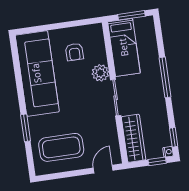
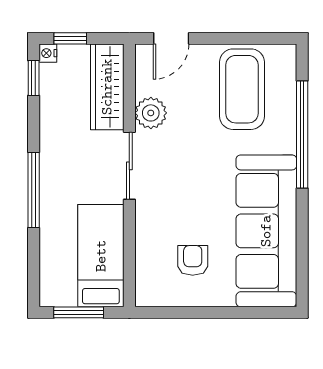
plant: (100, 73) -> (151, 113), moved
window: (26, 128) -> (302, 135), width x2.11
coffee table: (61, 147) -> (242, 89), turned 90

